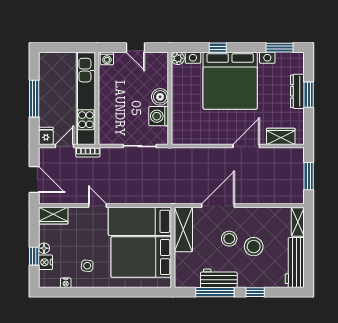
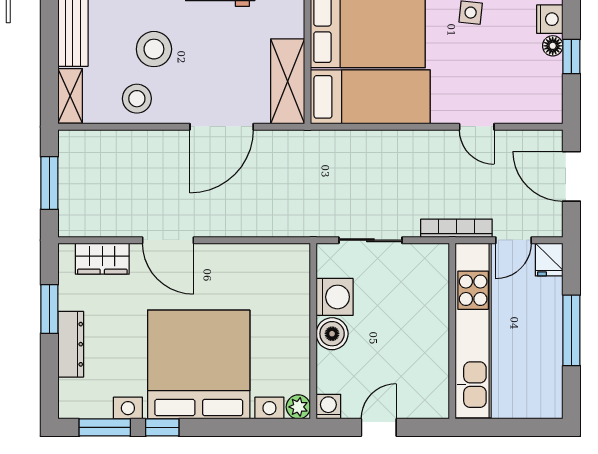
door: (135, 48) -> (379, 427), hinge flipped
window: (218, 48) -> (162, 427), moved
washing machine: (107, 59) -> (328, 407), moved
window: (309, 95) -> (49, 309), moved
door: (246, 146) -> (168, 240), hinge flipped
bookcase: (88, 152) -> (456, 228), width x1.56
door: (98, 206) -> (477, 127), moved
wardrobe: (53, 216) -> (535, 108), removed
stool: (229, 239) -> (137, 99), moved
window: (34, 256) -> (571, 56), moved

